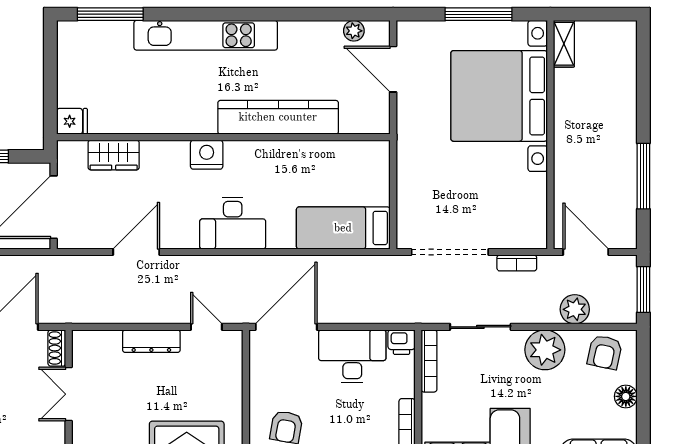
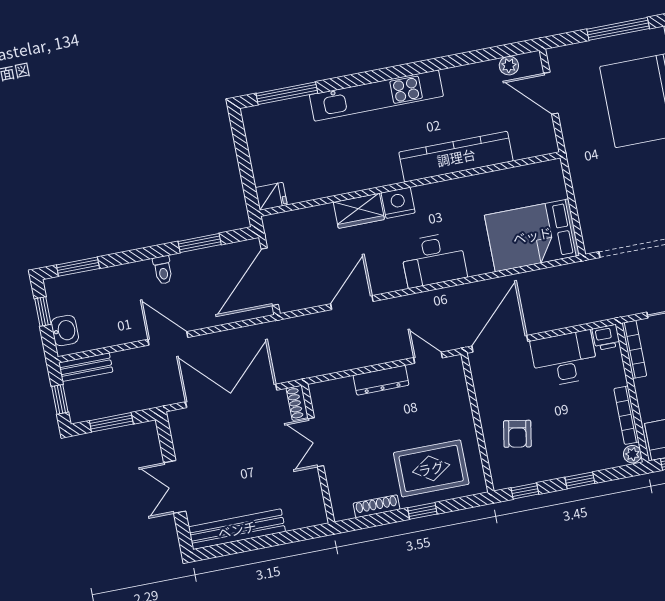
wardrobe: (114, 155) -> (359, 211), moved
bed: (343, 228) -> (532, 235), width x1.50

